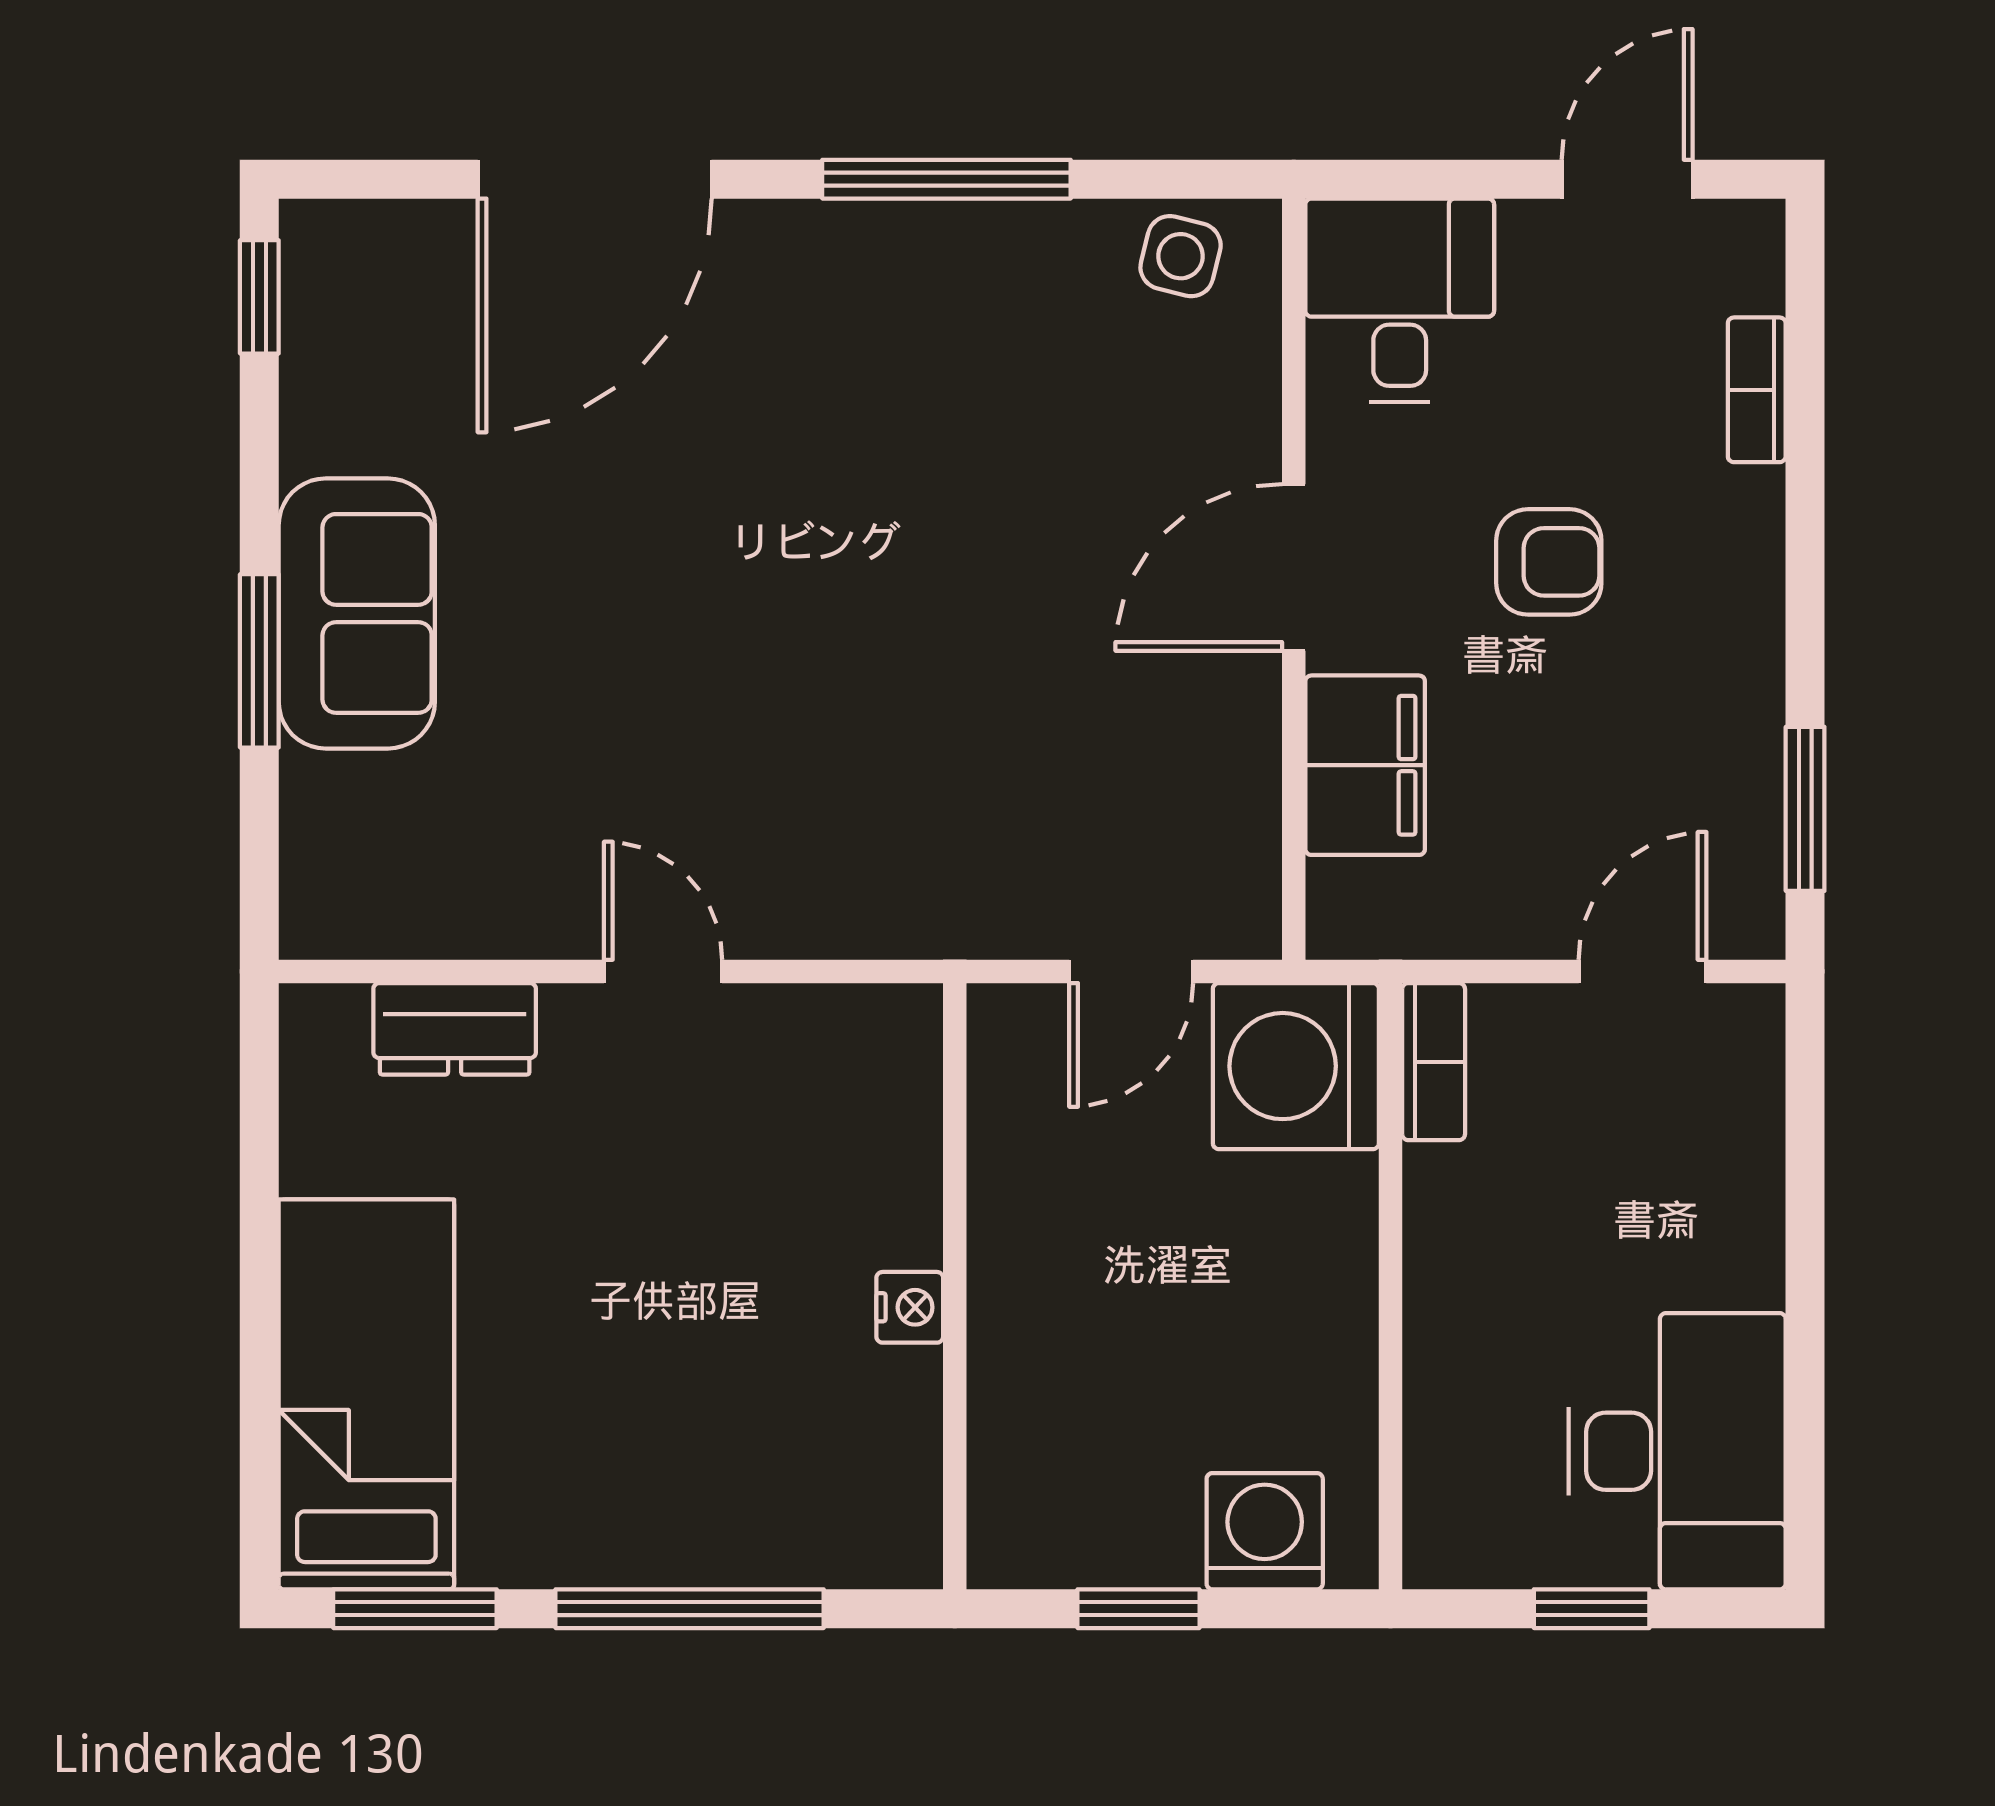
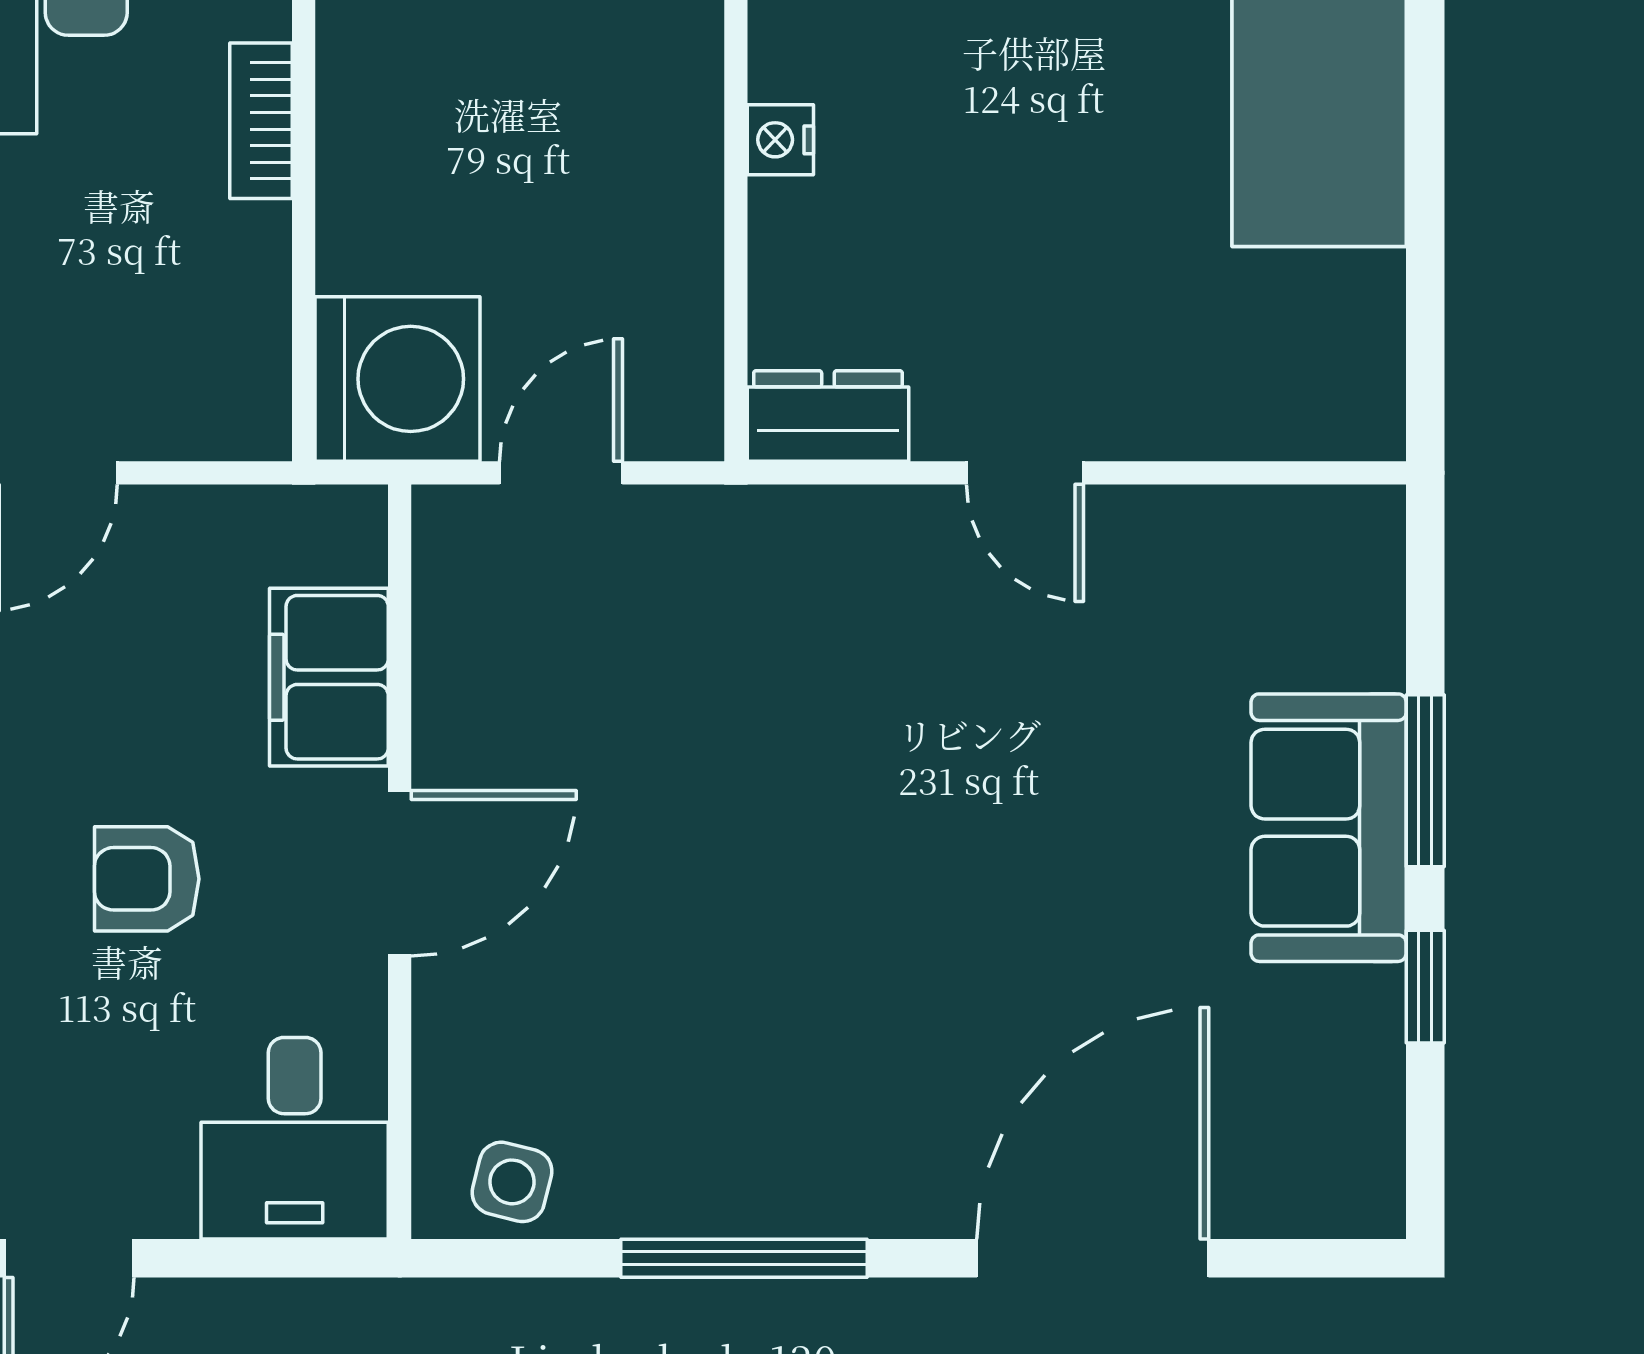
window: (259, 297) -> (1425, 987), moved
dresser: (455, 1029) -> (828, 416), moved
bookcase: (1434, 1062) -> (261, 121), moved

